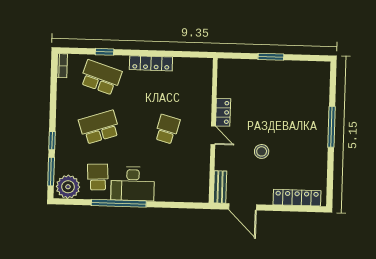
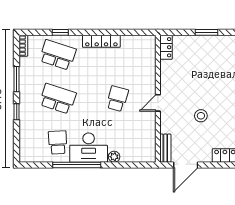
locker: (223, 112) -> (166, 47), moved
school desk: (99, 127) -> (58, 99), turned 36
door: (213, 135) -> (158, 103), swing flipped
window: (51, 172) -> (17, 79), moved
plant: (68, 187) -> (114, 157), moved, width x0.53, depth x0.53
door: (243, 207) -> (186, 165), hinge flipped

